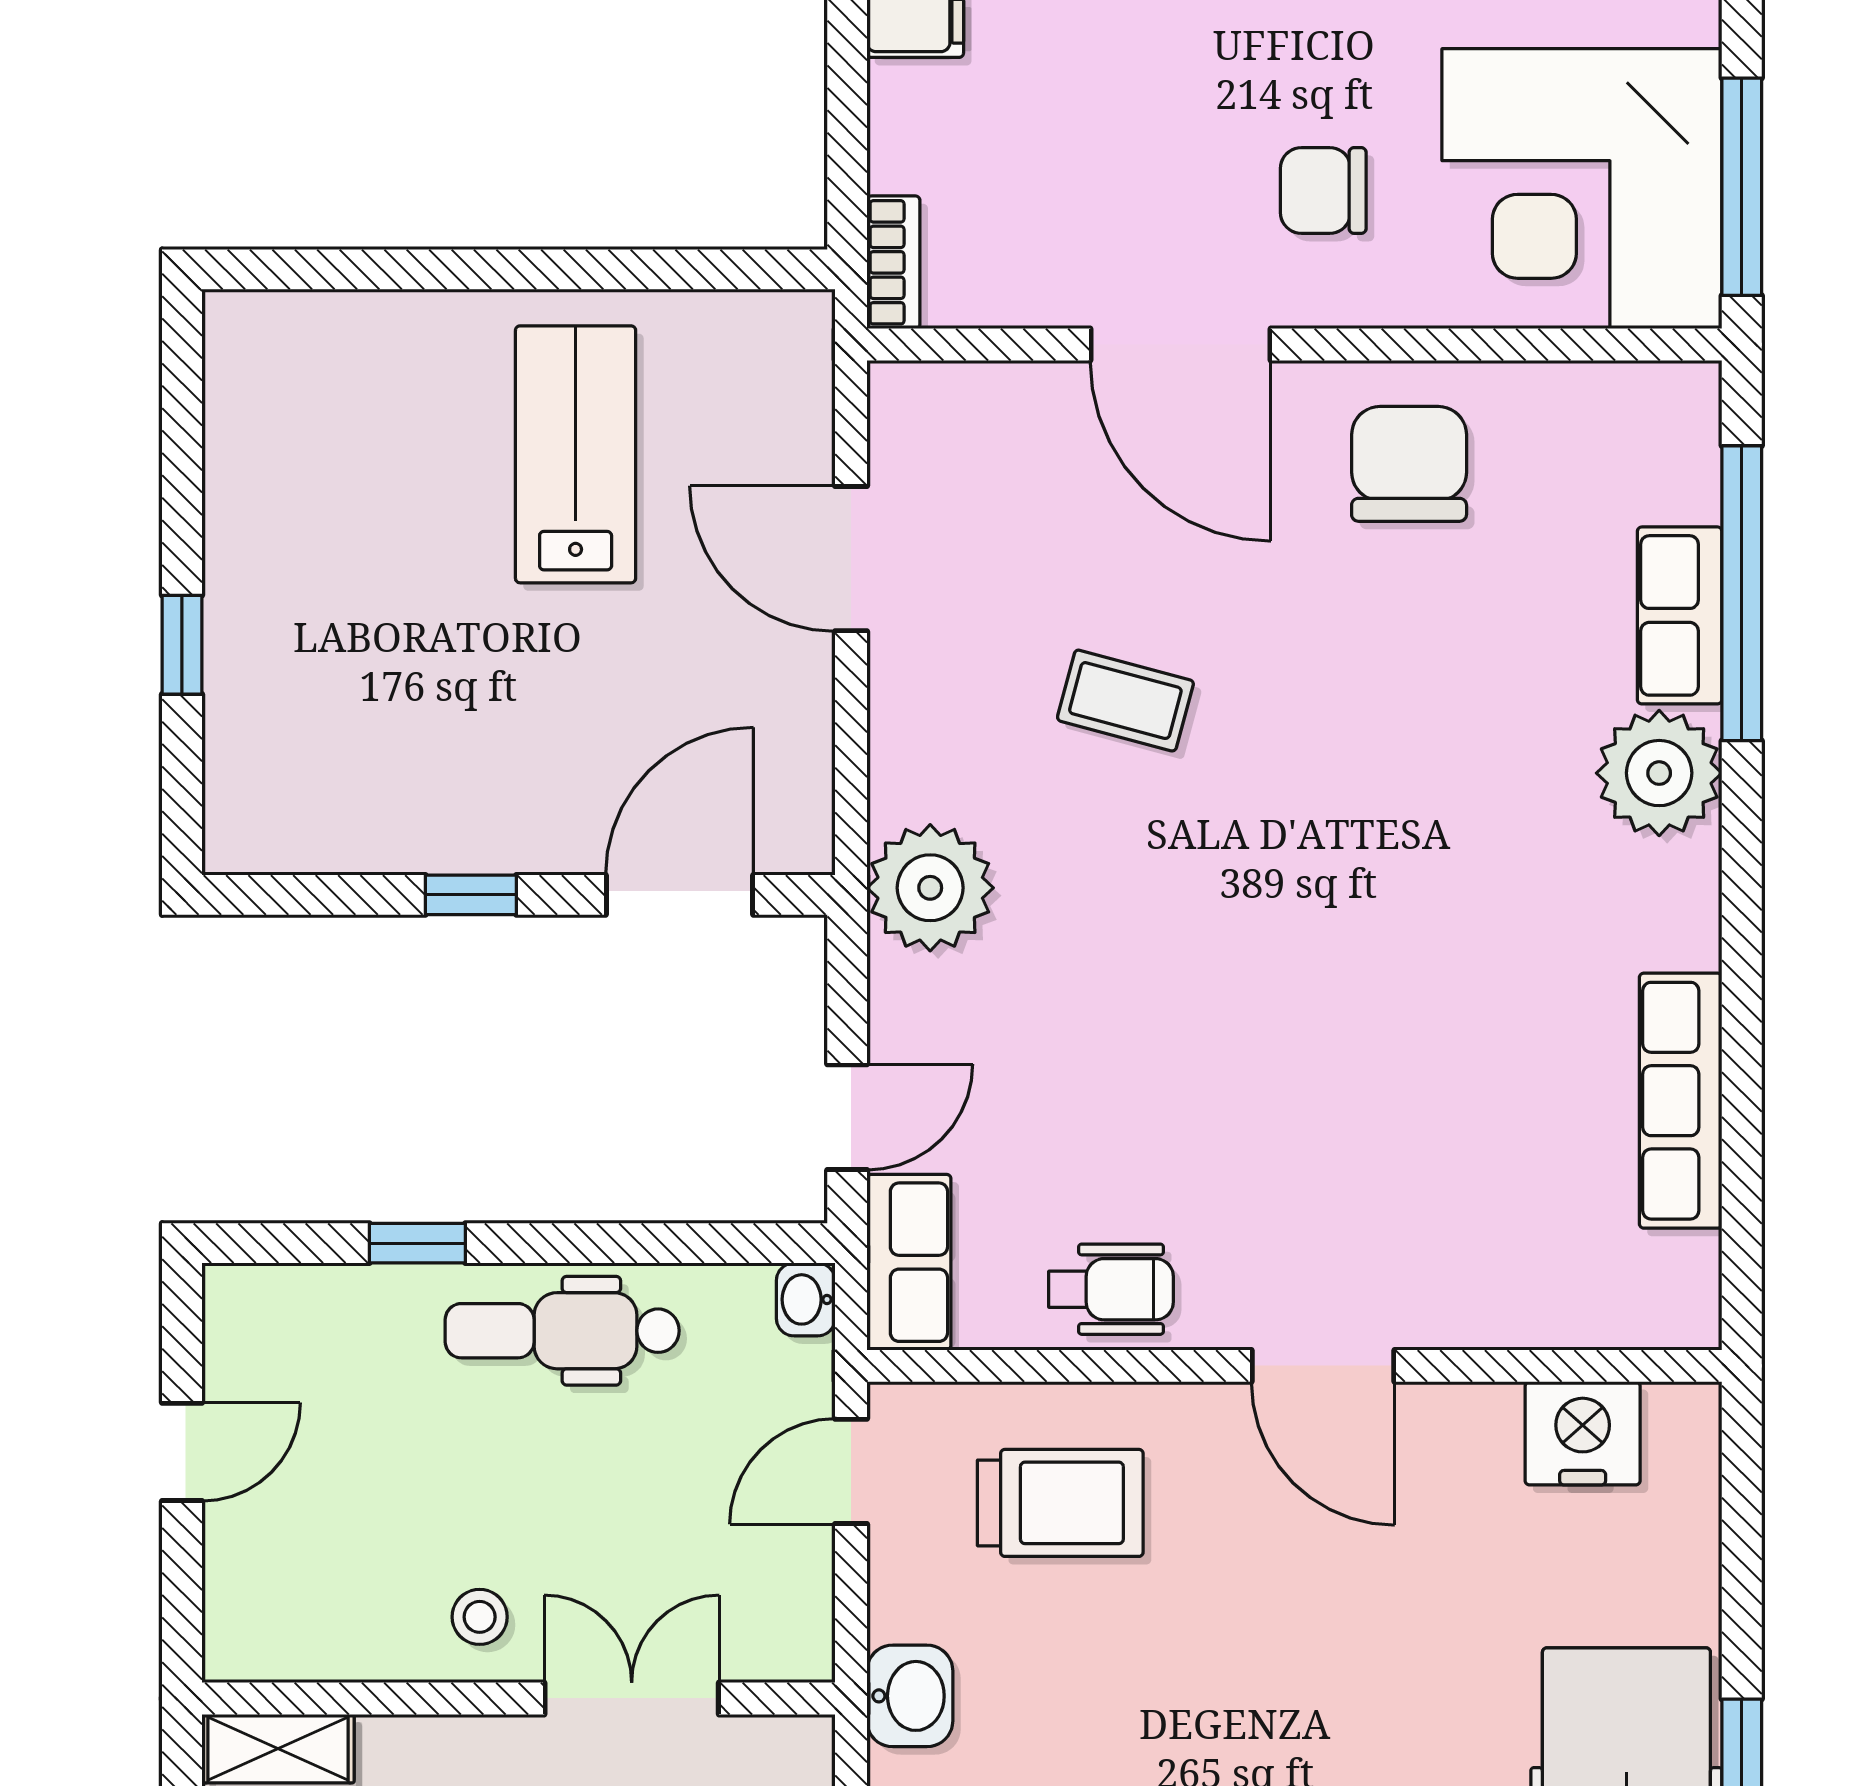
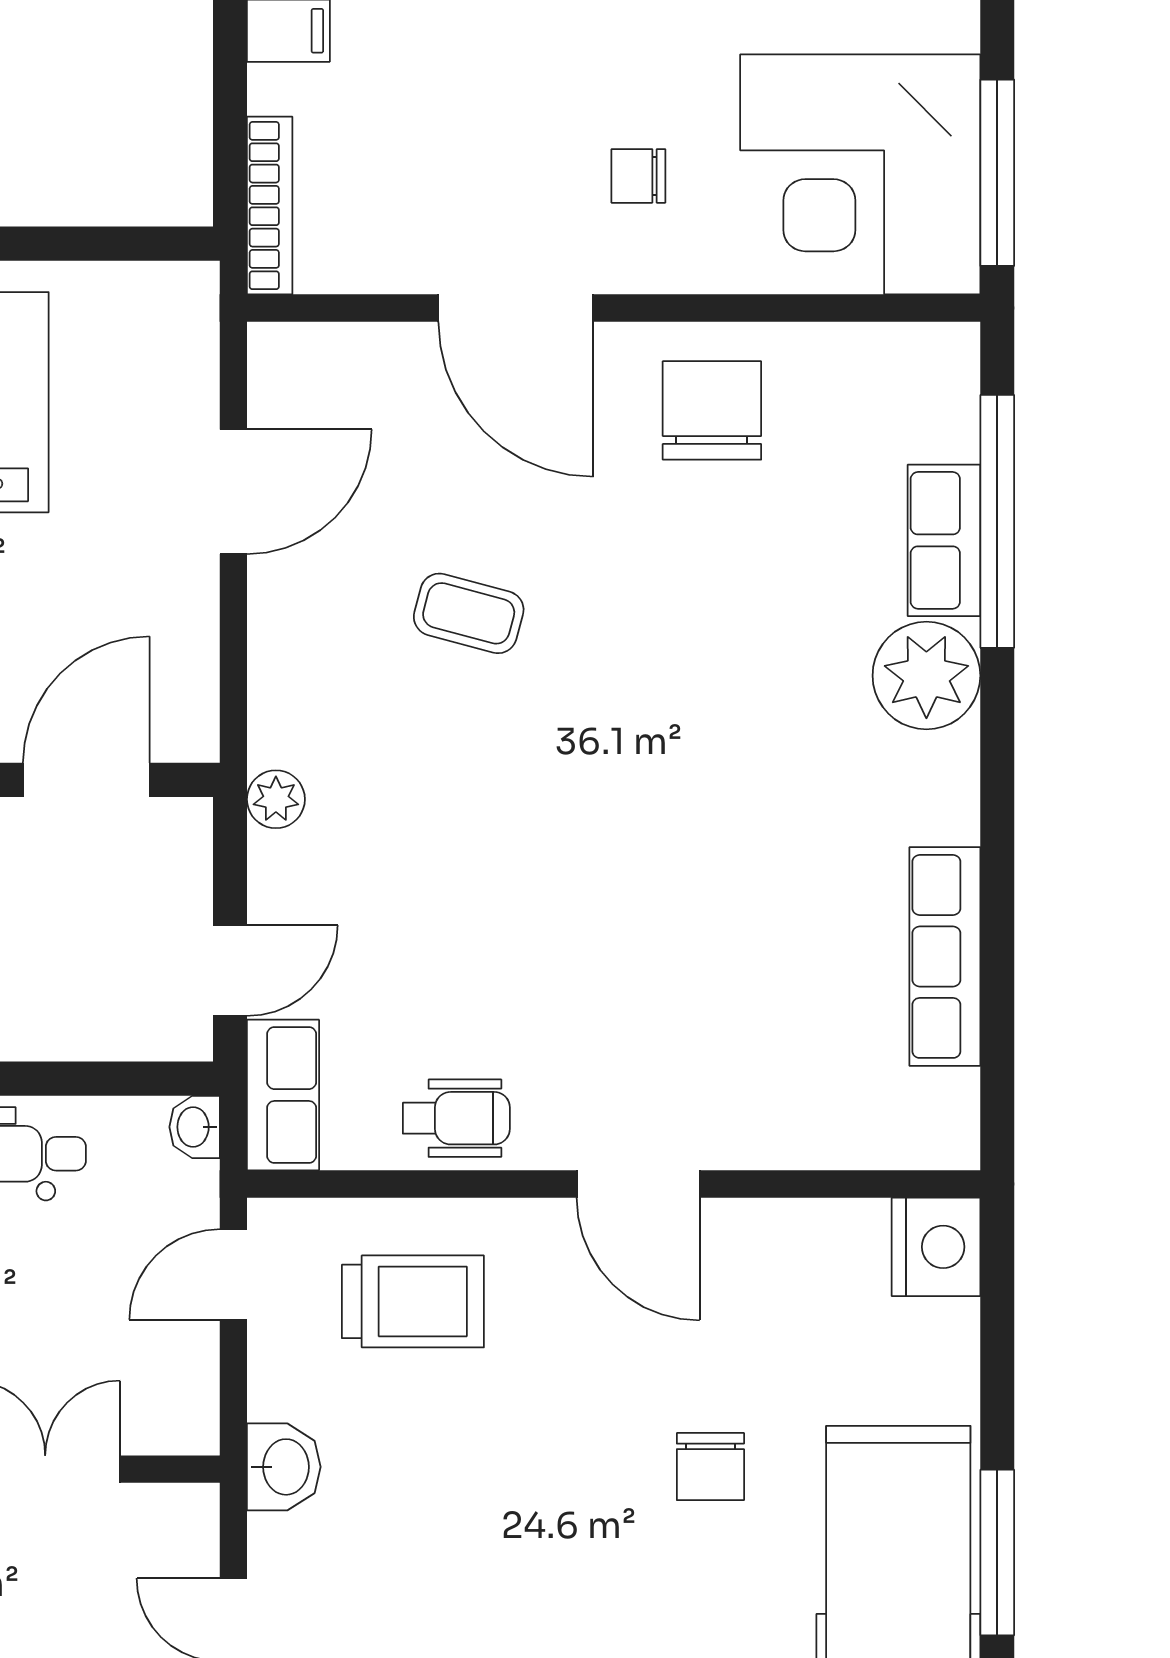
chair: (1323, 190) -> (638, 176), width x0.73, depth x0.73
bookcase: (893, 262) -> (270, 206), width x1.56
door: (851, 559) -> (233, 492), swing flipped
plant: (930, 888) -> (276, 799), width x0.53, depth x0.53
nightstand: (1583, 1433) -> (936, 1247), moved, turned 90
chair: (1407, 1695) -> (710, 1467), added

